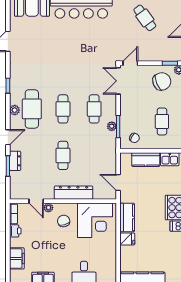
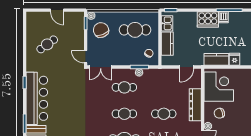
cafe table: (162, 122) -> (135, 30), width x1.37, depth x1.35

